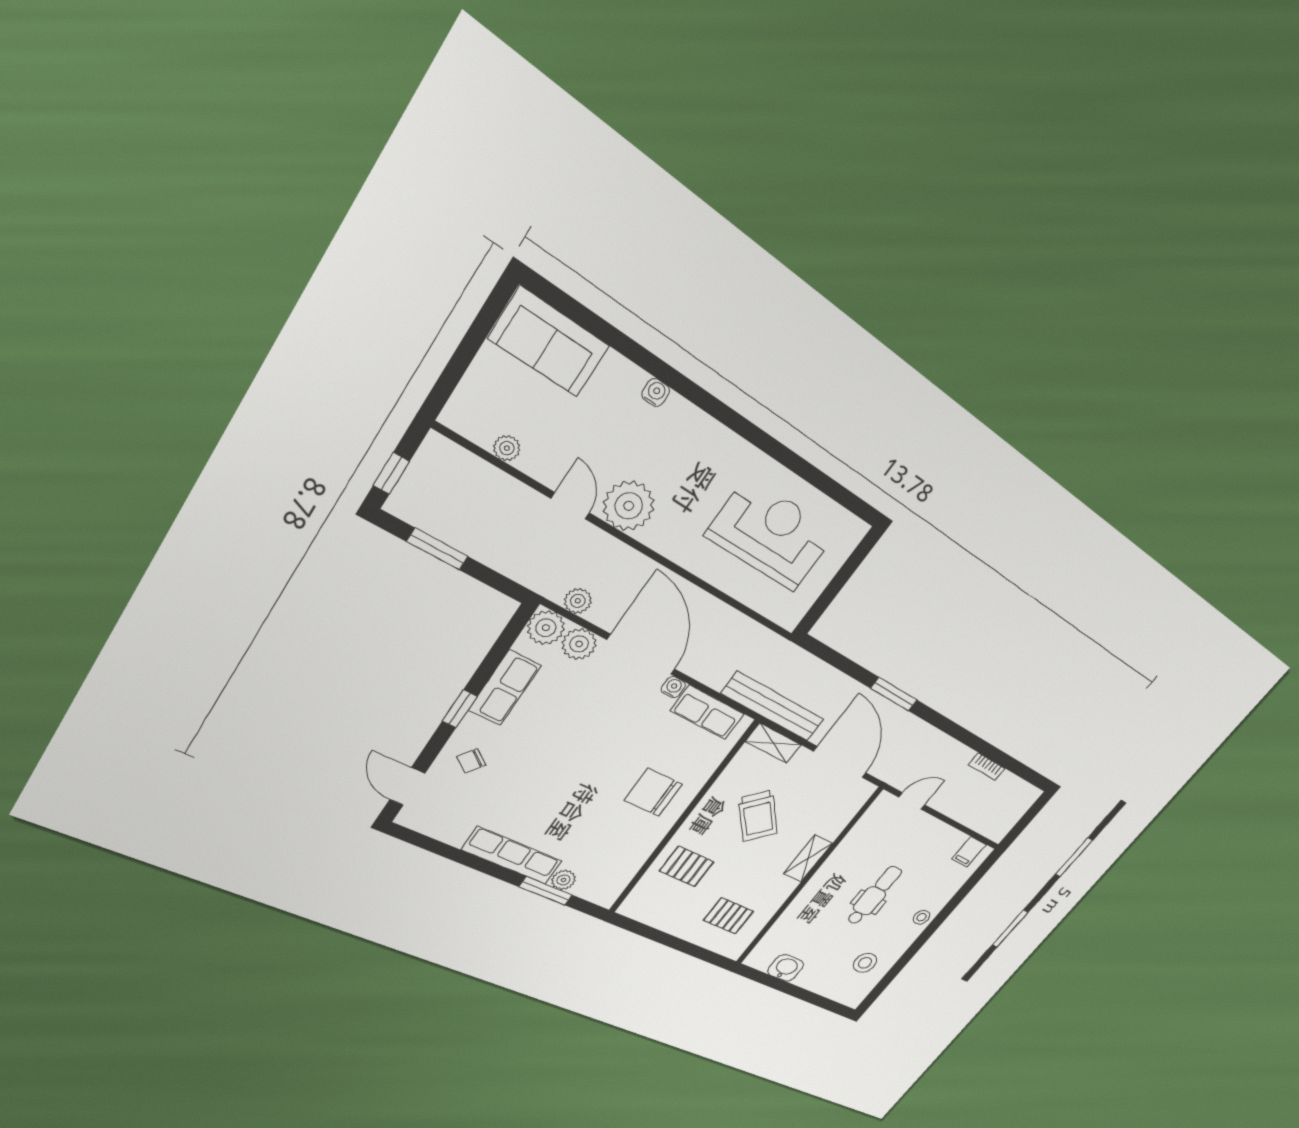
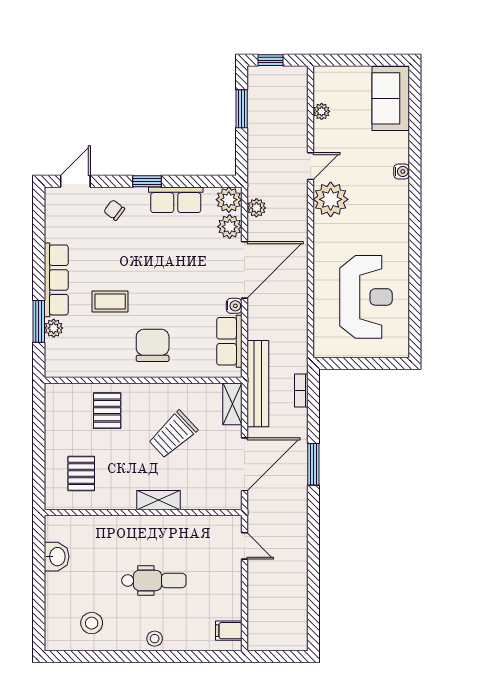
bookcase: (987, 766) -> (301, 390), moved
coffee table: (575, 813) -> (110, 302), added

